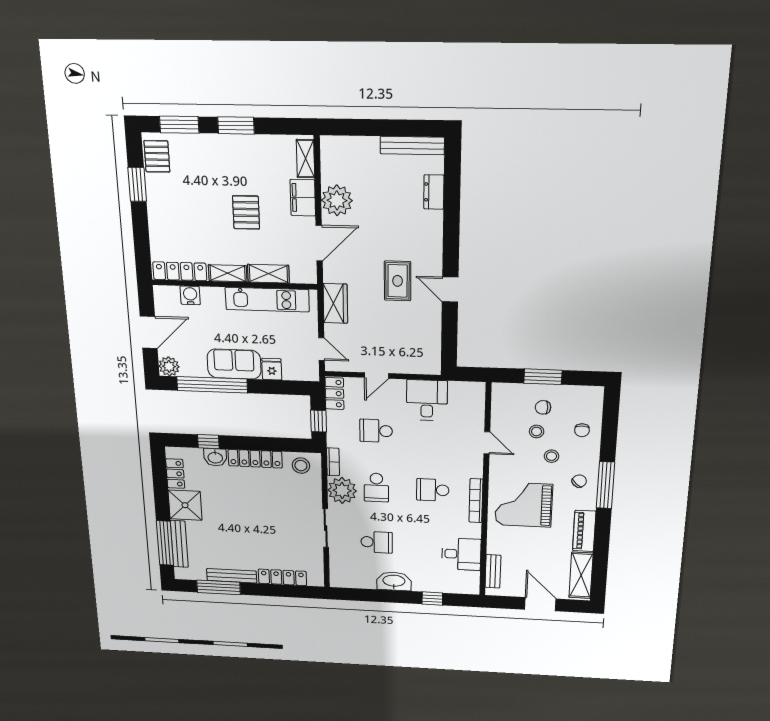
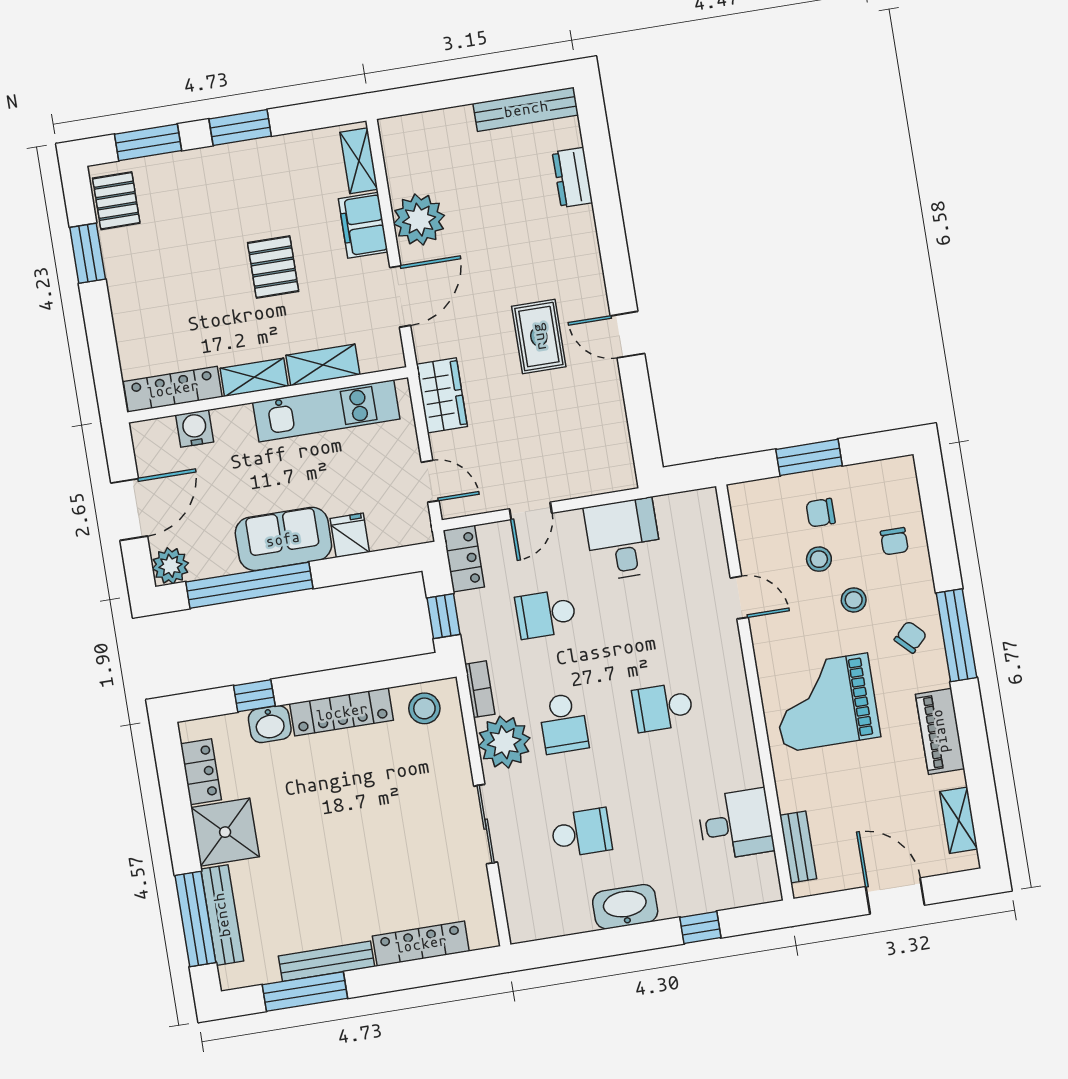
bookcase: (476, 501) -> (742, 712), removed
shelving: (581, 575) -> (959, 820), width x0.67, depth x0.75

